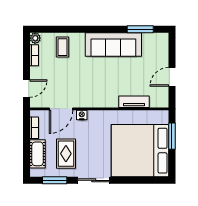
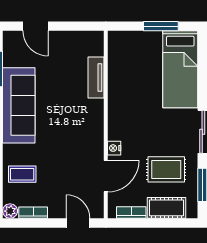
door: (172, 77) -> (35, 26), moved
door: (61, 109) -> (106, 176), hinge flipped
window: (172, 136) -> (161, 26), moved
bed: (140, 151) -> (180, 69), width x0.49

